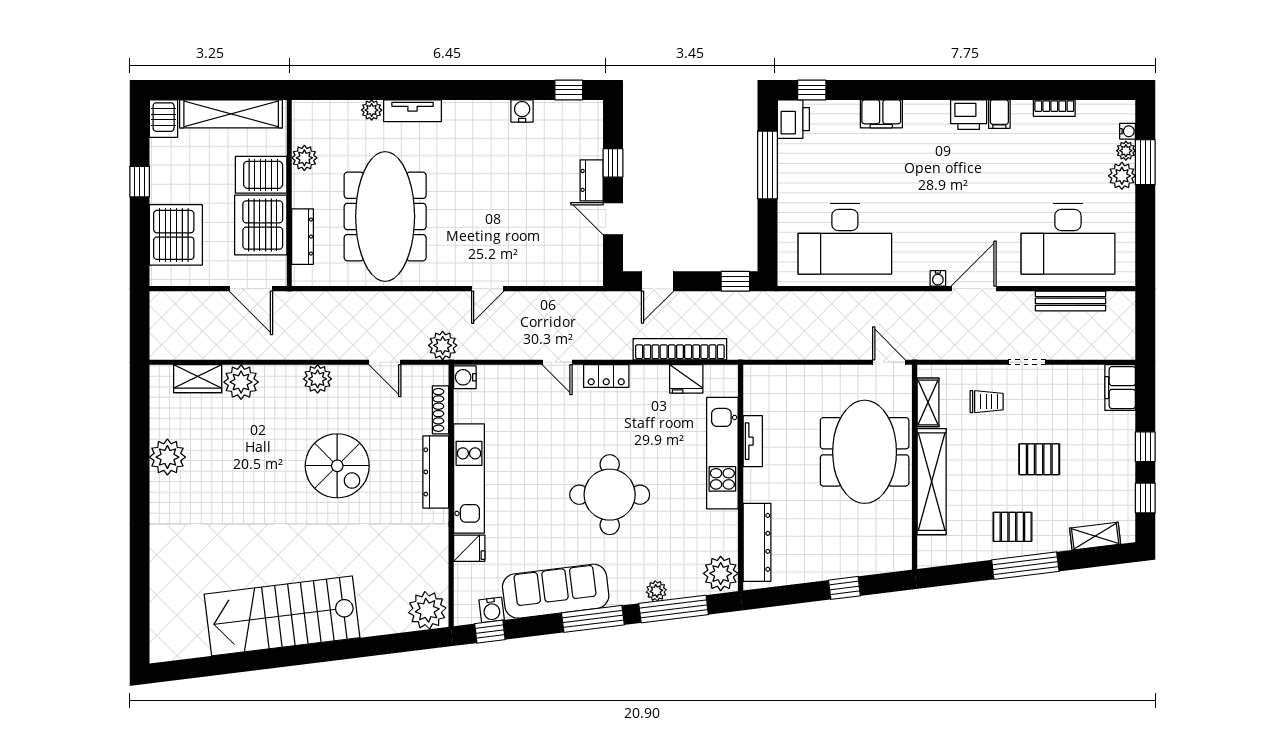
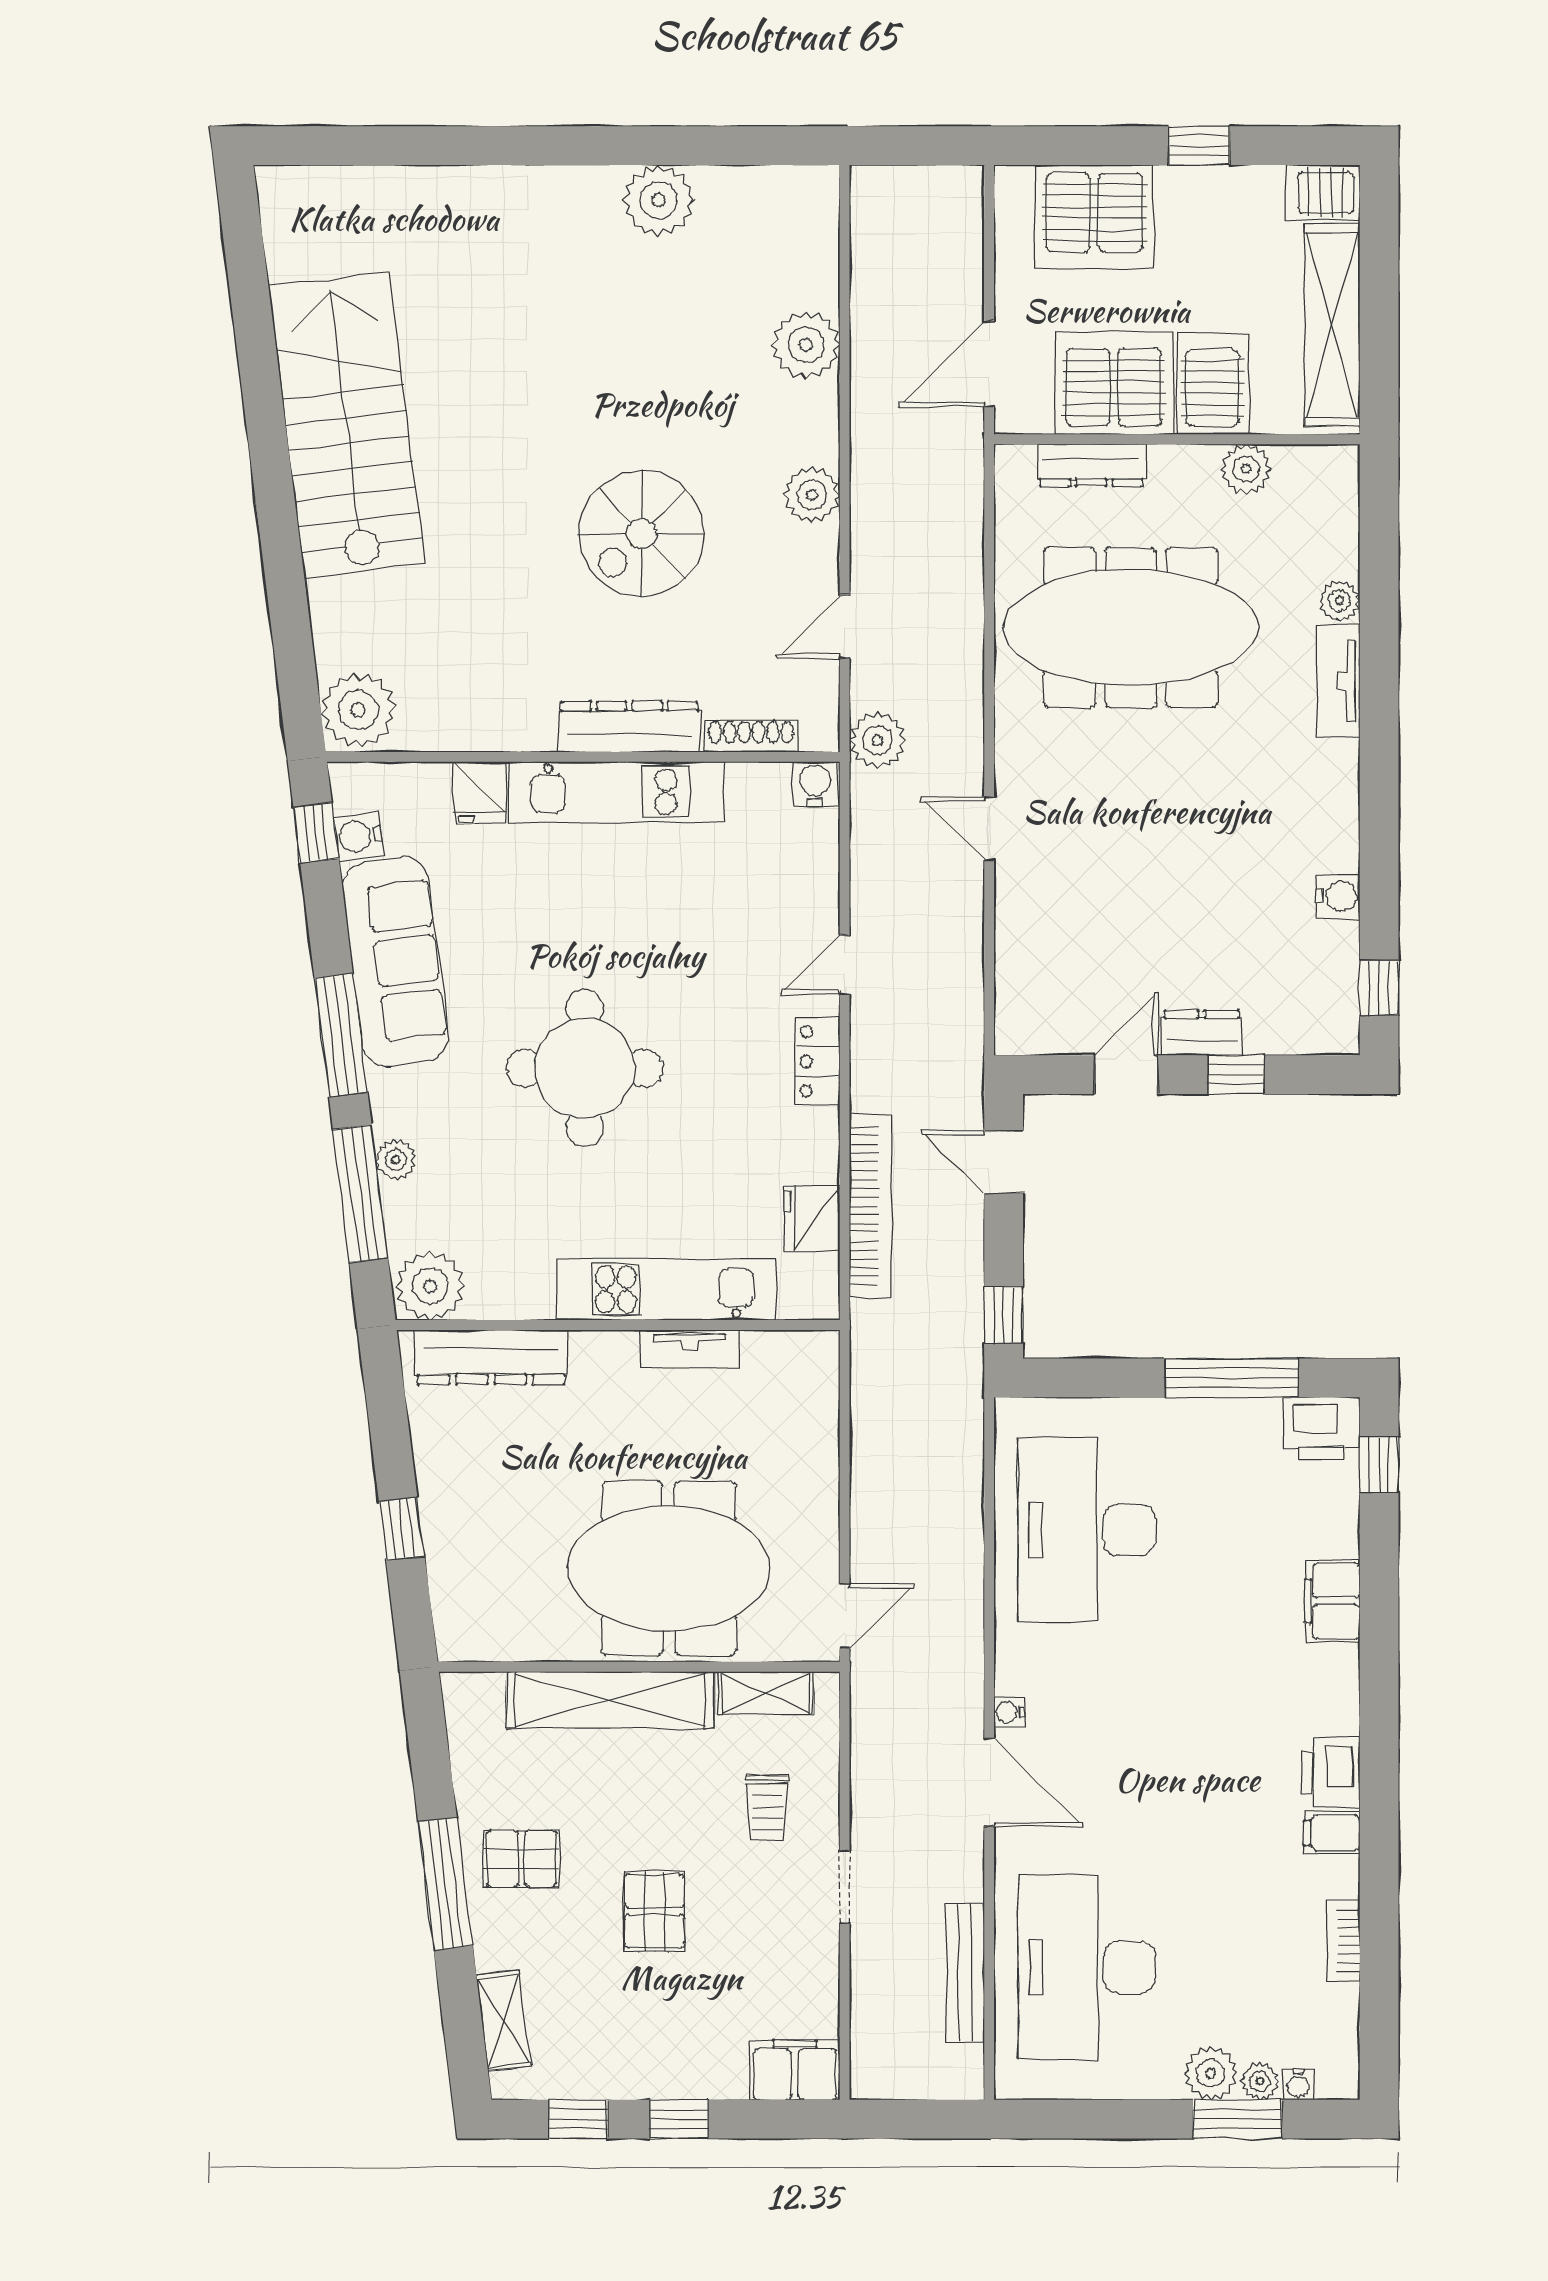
wardrobe: (198, 379) -> (812, 259), removed
pallet: (1012, 527) -> (522, 1859), turned 90

